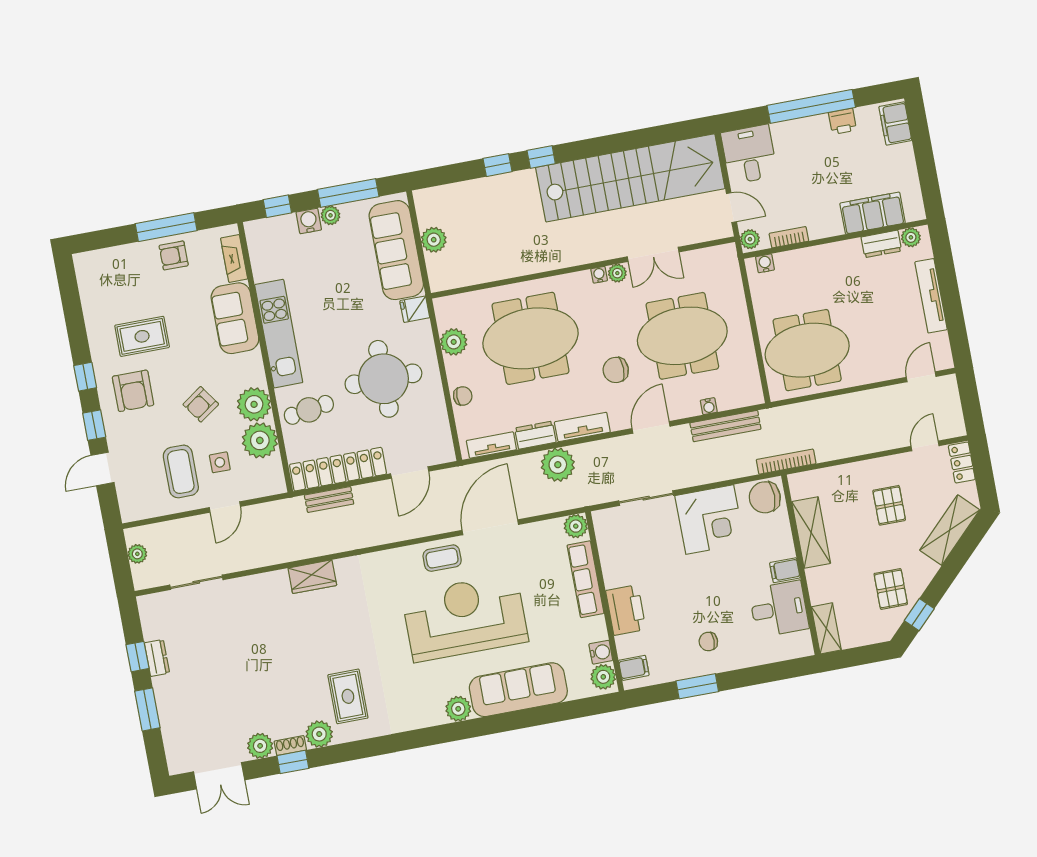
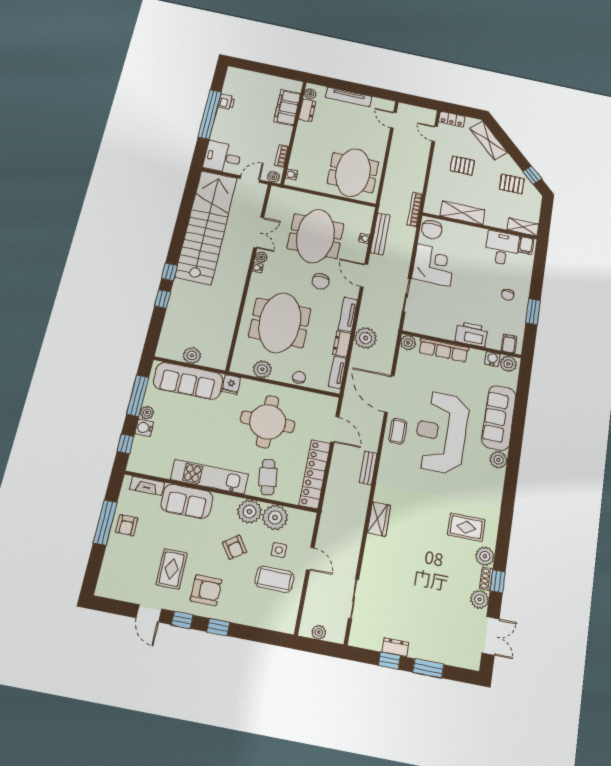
filing cabinet: (895, 123) -> (240, 76), removed
door: (102, 469) -> (149, 613), moved
bench: (329, 500) -> (368, 468), moved
filing cabinet: (785, 570) -> (526, 245), moved

